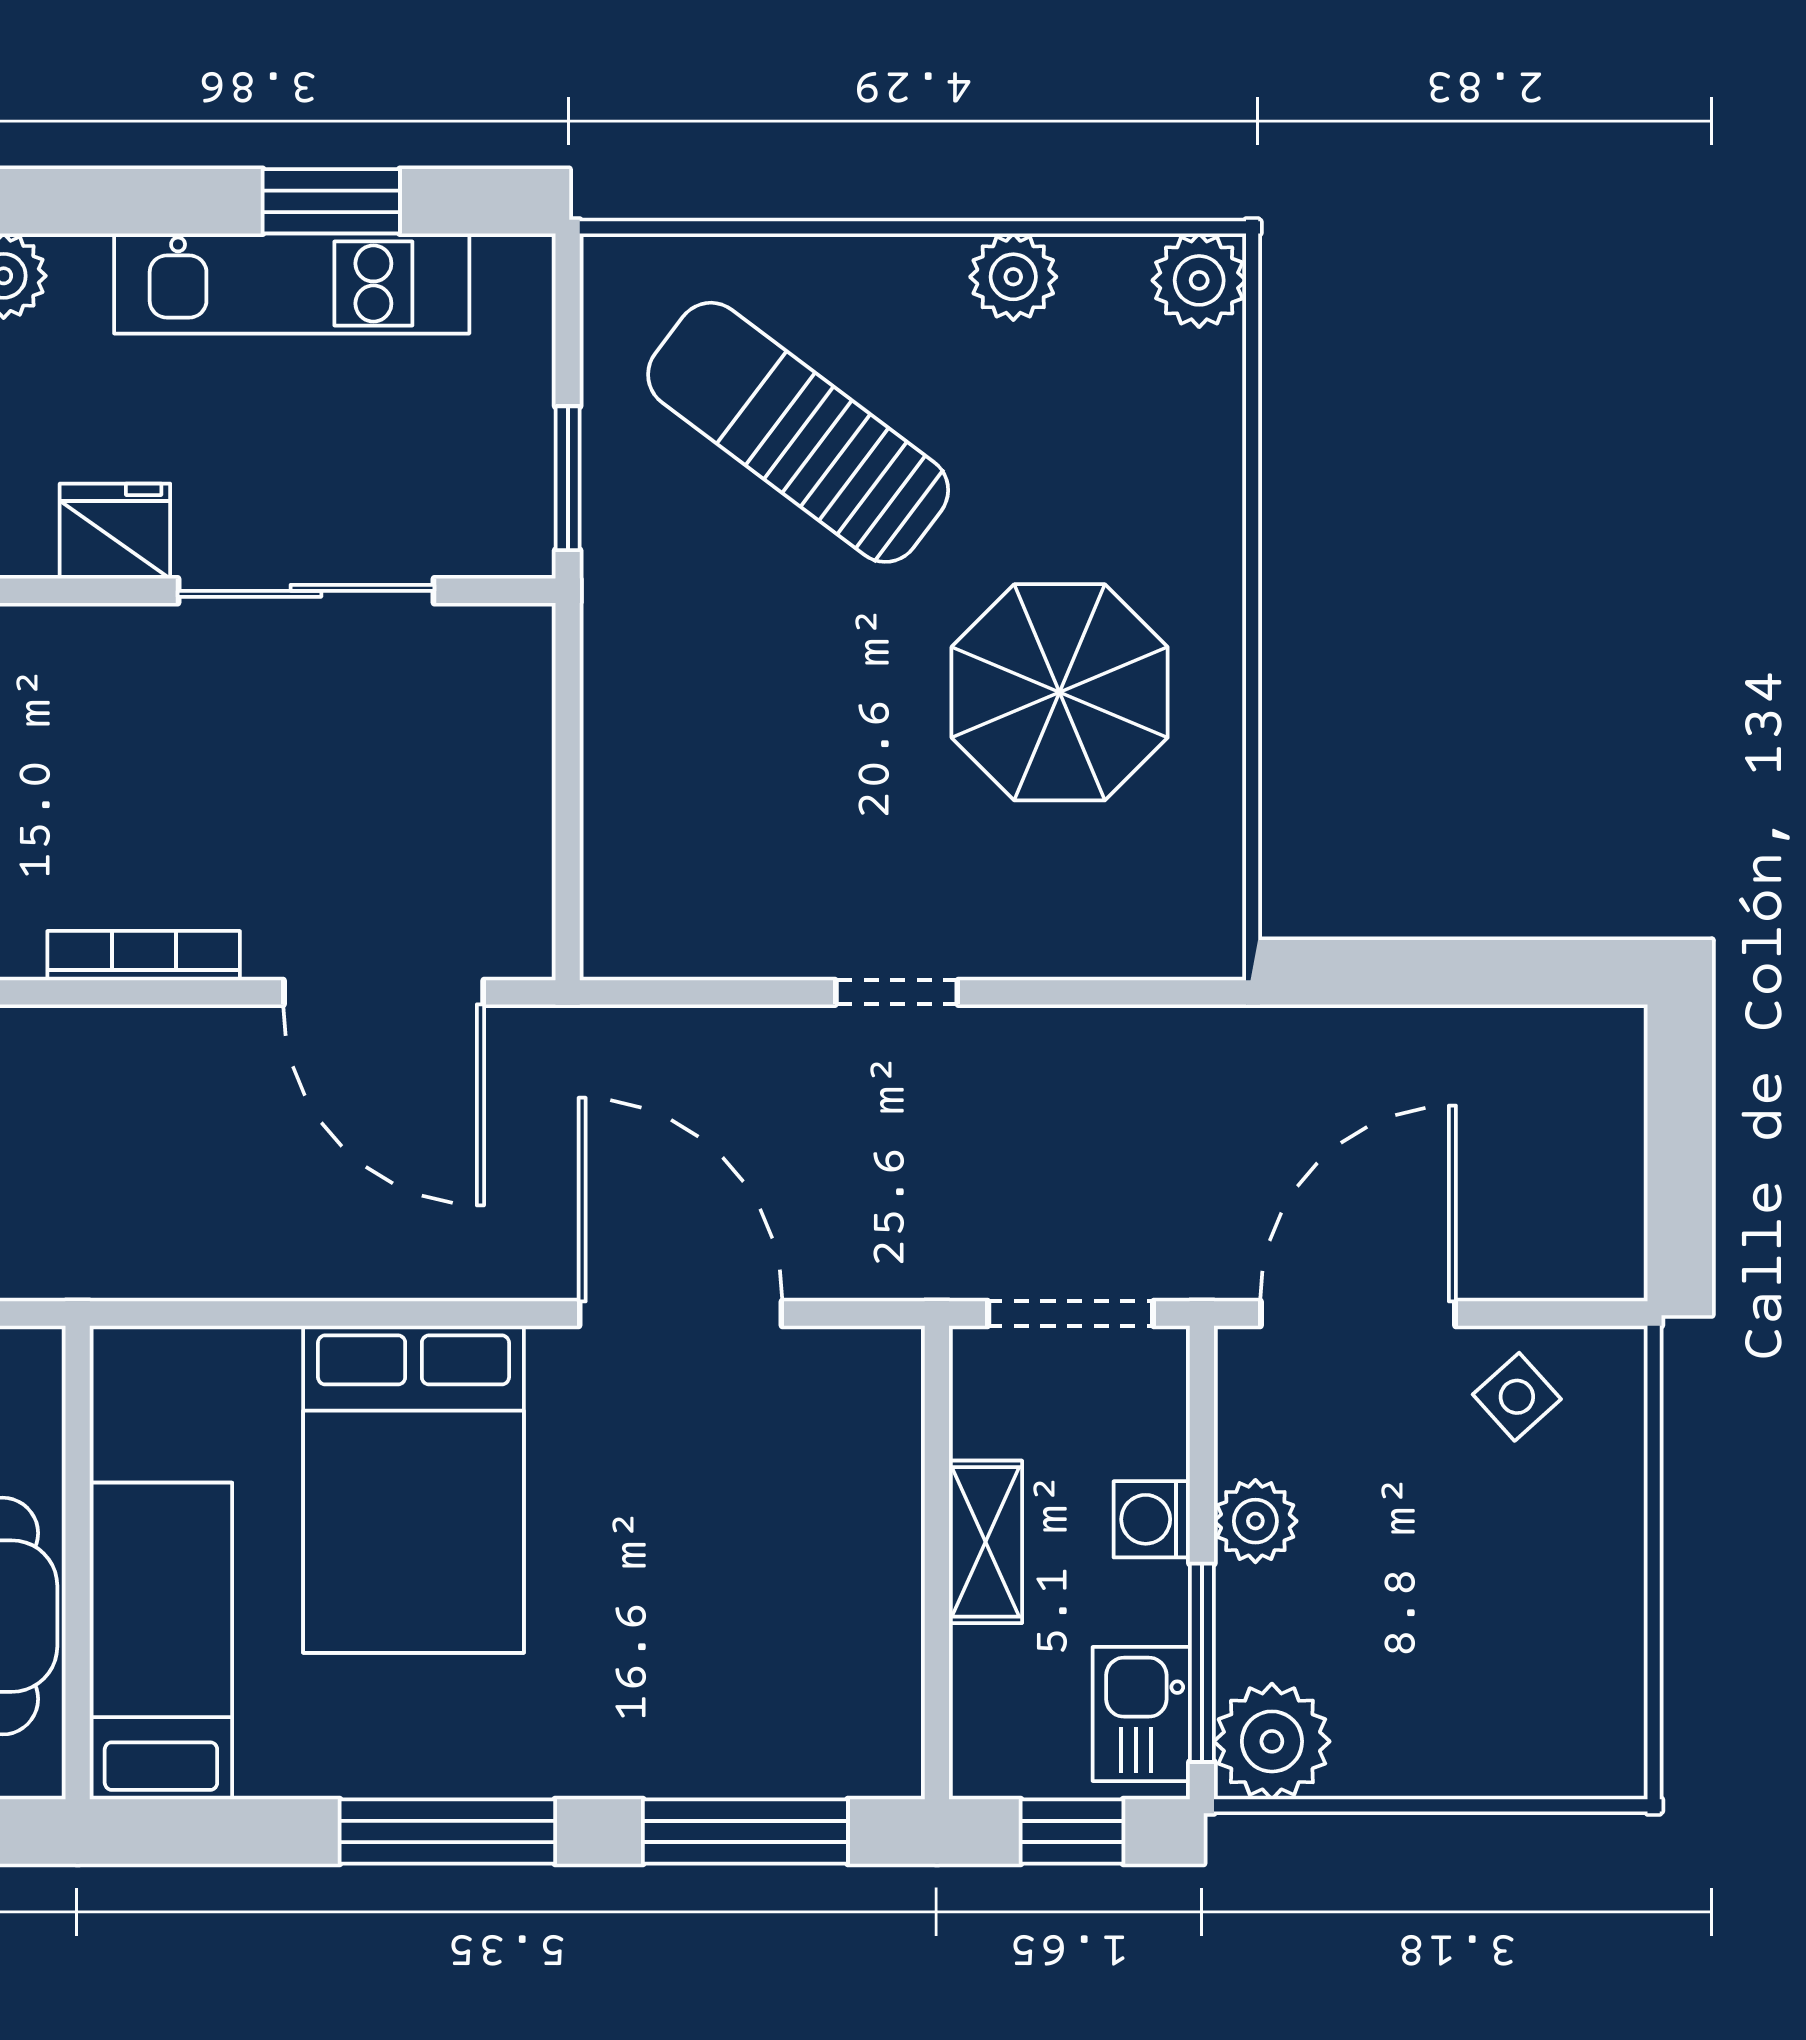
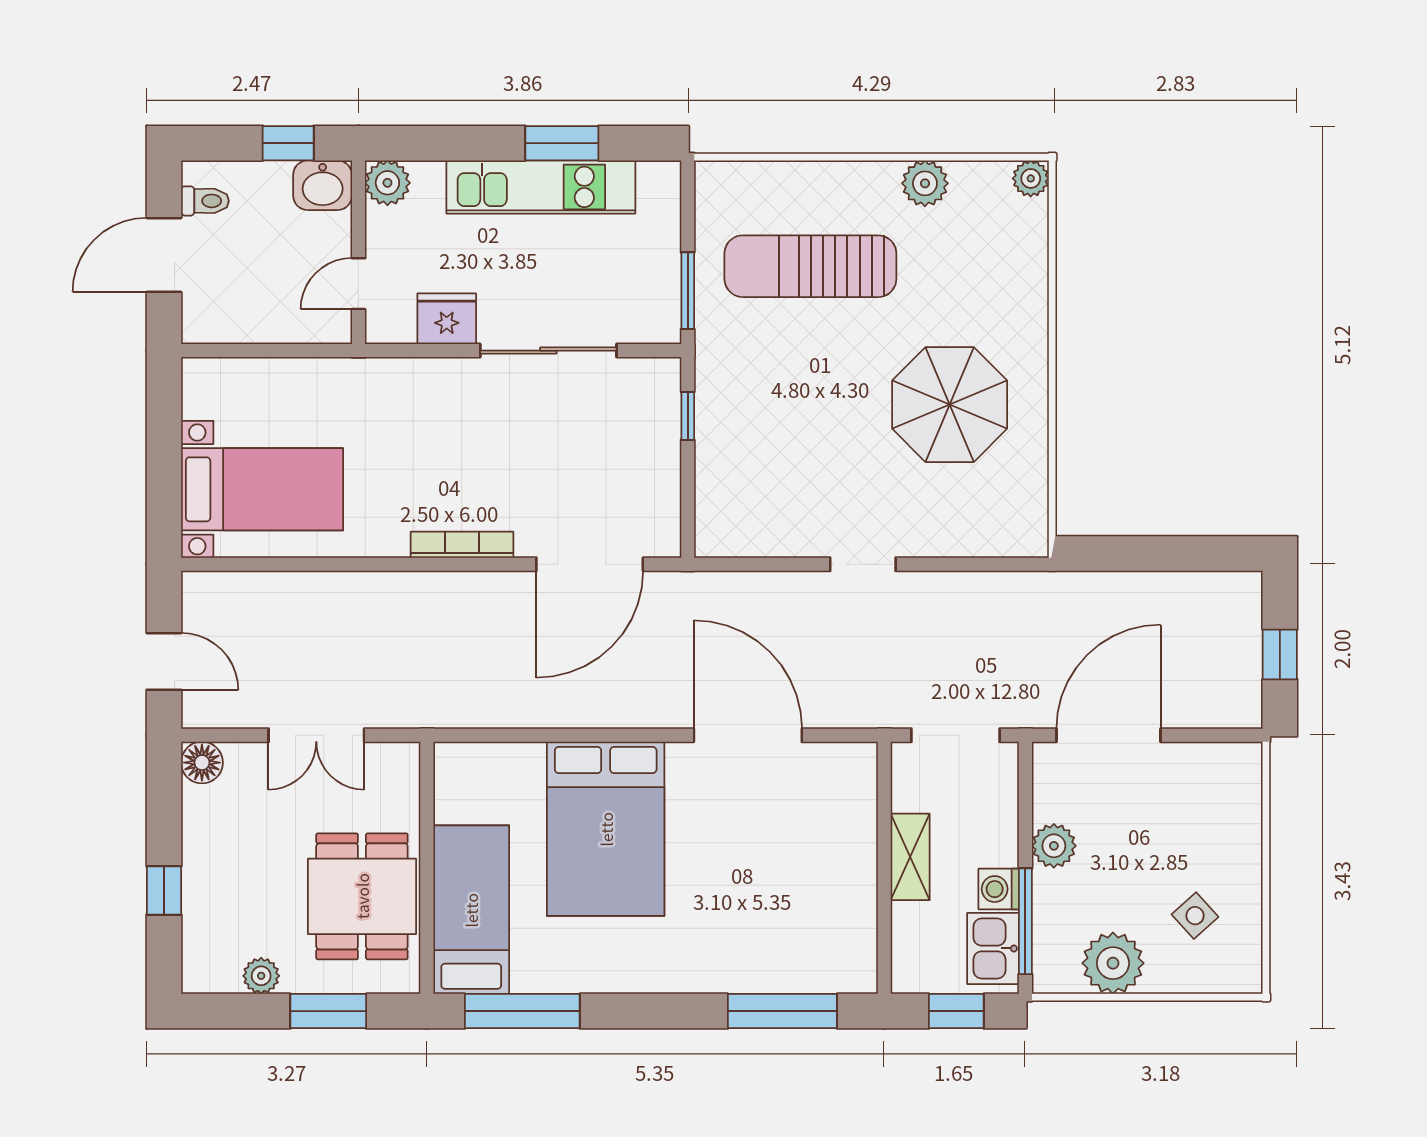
plant: (1199, 280) -> (1031, 178), width x0.73, depth x0.73
sun lounger: (798, 432) -> (810, 266), turned -37
window: (568, 714) -> (688, 416), added
door: (384, 992) -> (590, 564), hinge flipped
window: (1680, 1162) -> (1280, 654), added
side table: (1517, 1397) -> (1195, 916), moved
washing machine: (1152, 1519) -> (999, 889), moved
plant: (1272, 1741) -> (1113, 963), moved
window: (447, 1831) -> (522, 1011), moved

